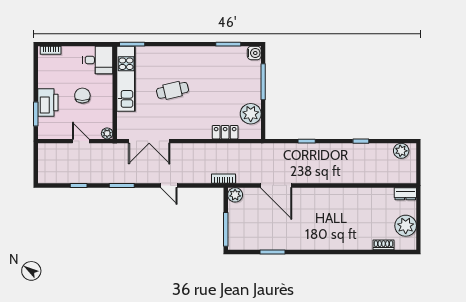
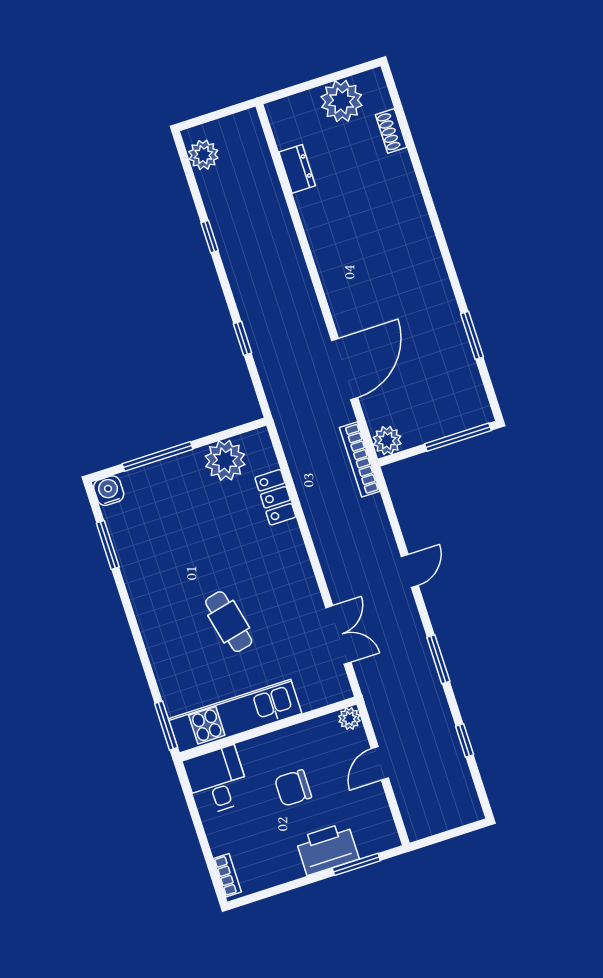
double door: (149, 141) -> (338, 635), width x0.73
bookcase: (224, 179) -> (360, 459), width x1.56
dresser: (405, 194) -> (297, 169), moved

